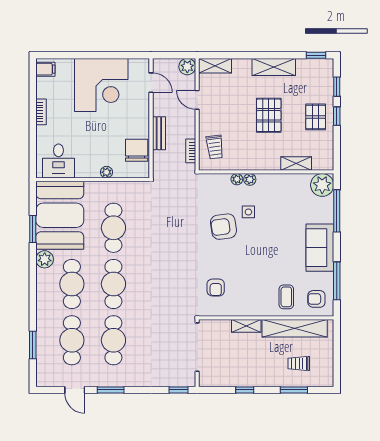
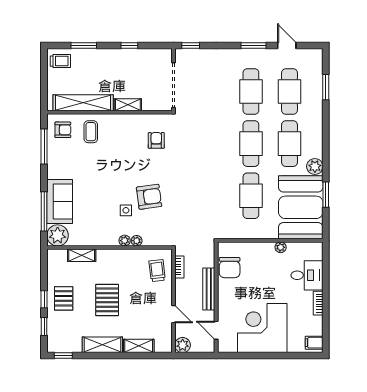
shelving: (215, 66) -> (139, 346), moved
bench: (159, 133) -> (209, 289), width x1.36
desk: (58, 161) -> (307, 275), moved, turned 90
plant: (106, 172) -> (281, 247), moved
sofa: (320, 248) -> (60, 202), moved
trolley: (299, 363) -> (60, 61), moved

